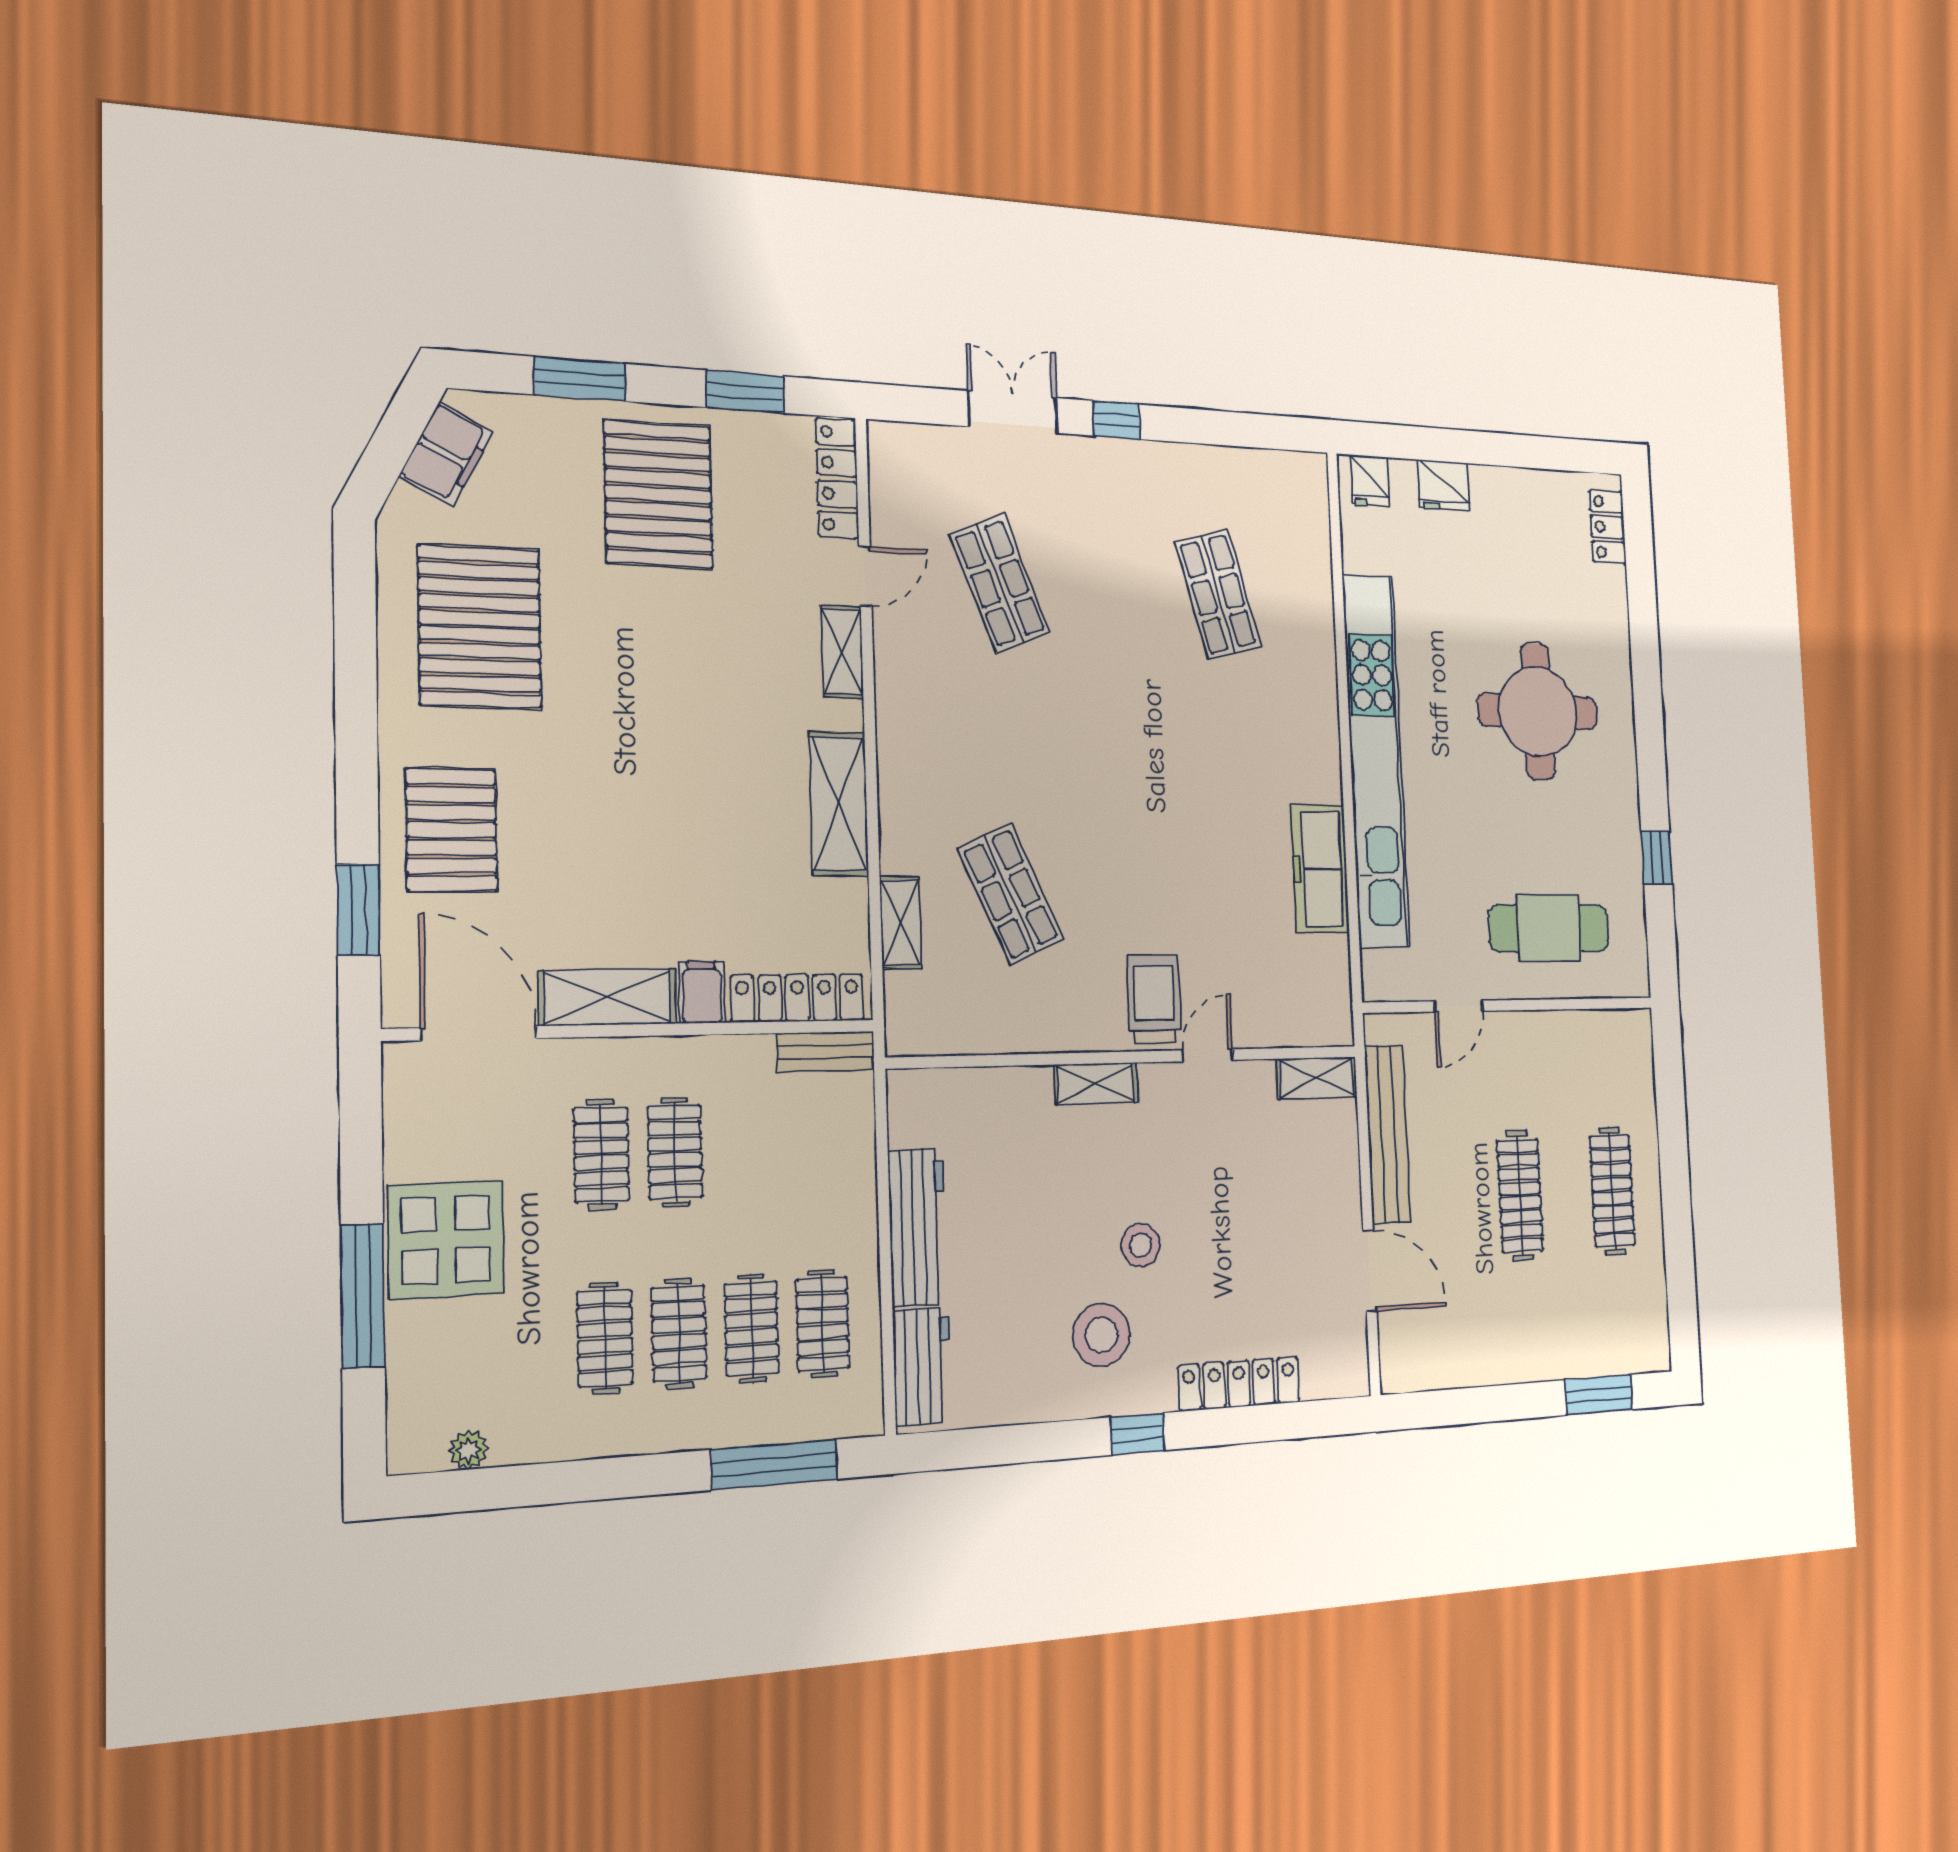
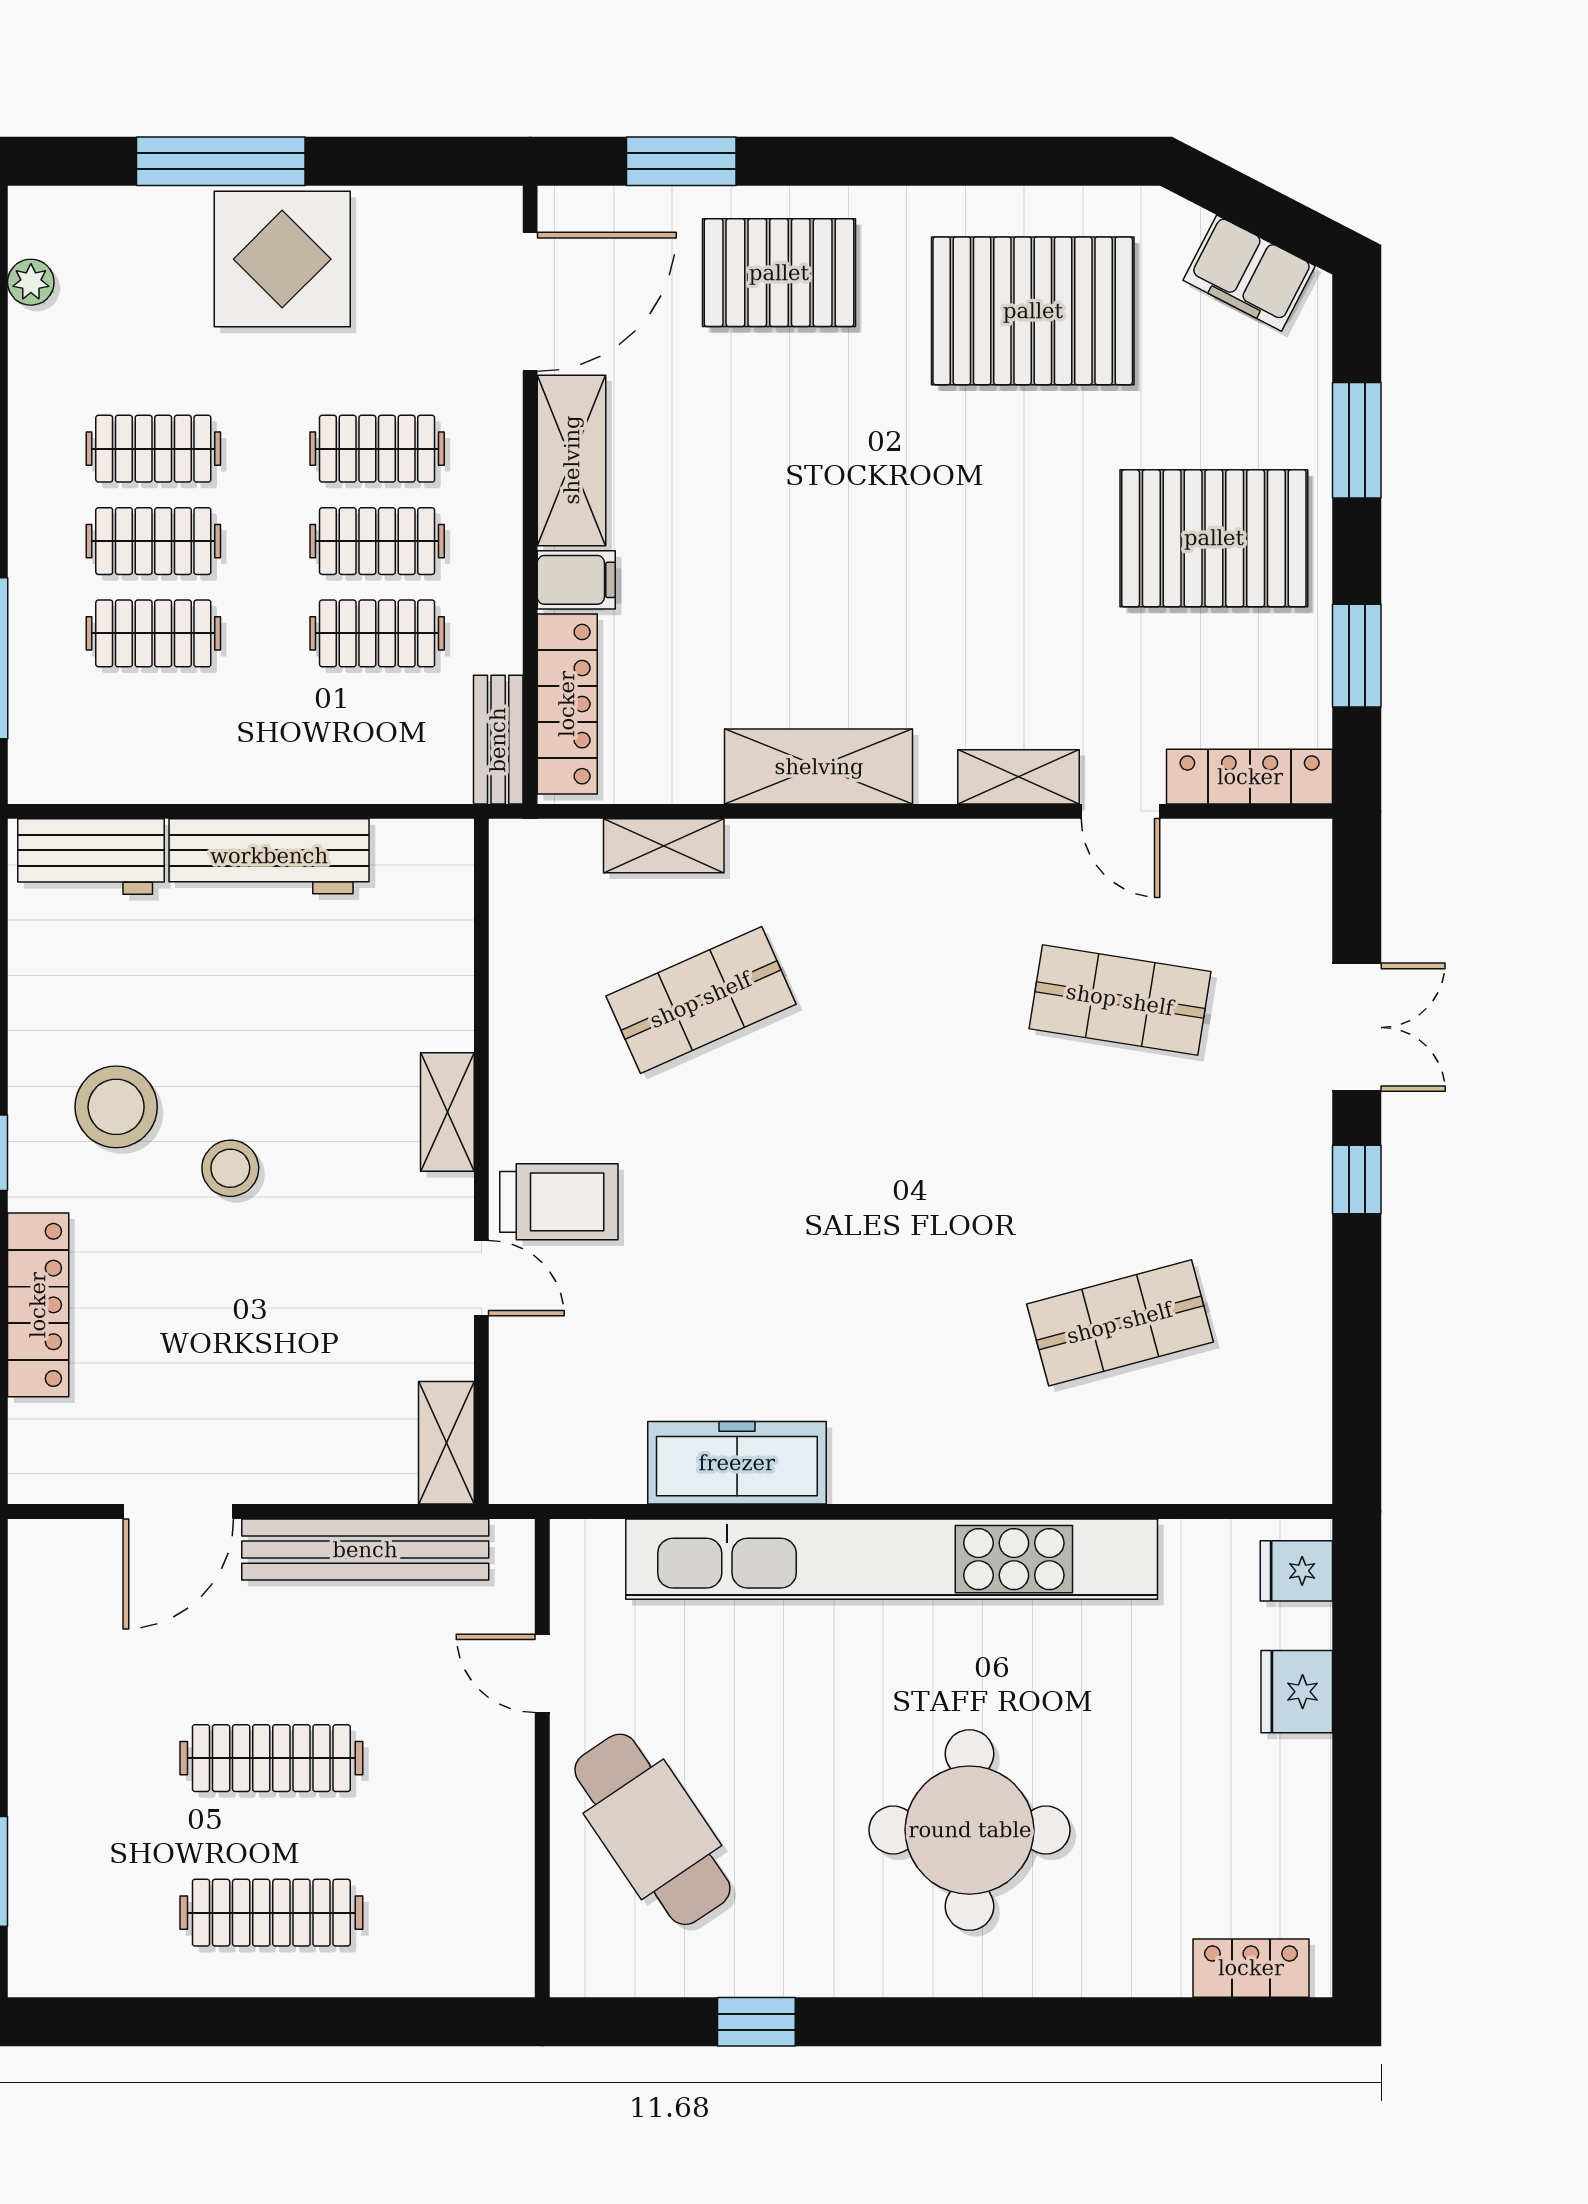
shop shelf: (1000, 583) -> (1120, 1000), turned 30
cafe table: (1549, 928) -> (652, 1829), turned -34
clothes rail: (823, 1324) -> (377, 633), moved

